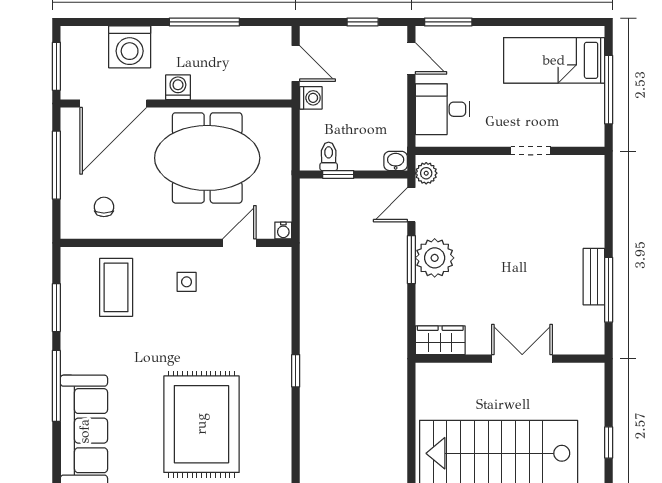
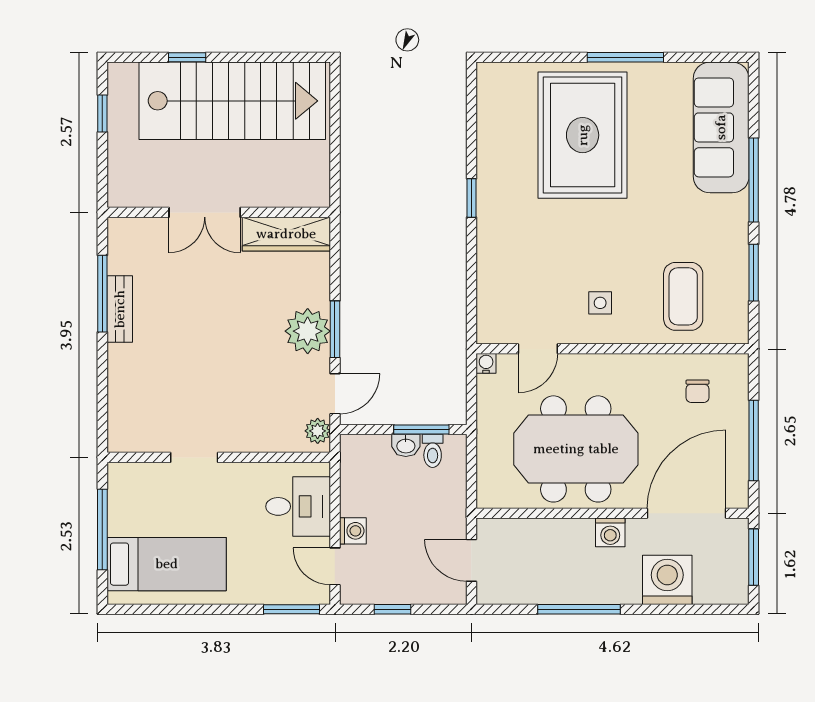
washing machine: (311, 98) -> (353, 531), moved, turned 180
washbasin: (396, 161) -> (406, 445), moved
window: (338, 175) -> (421, 429), width x1.50
wardrobe: (440, 340) -> (286, 234), width x1.50

